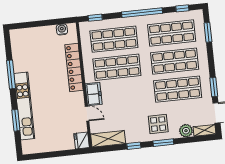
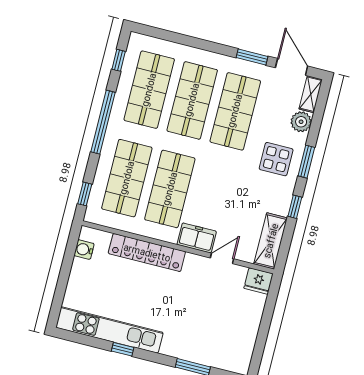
window: (208, 32) -> (168, 36), removed
window: (11, 74) -> (123, 349), width x0.46
kitchen unit: (24, 106) -> (109, 330), moved

